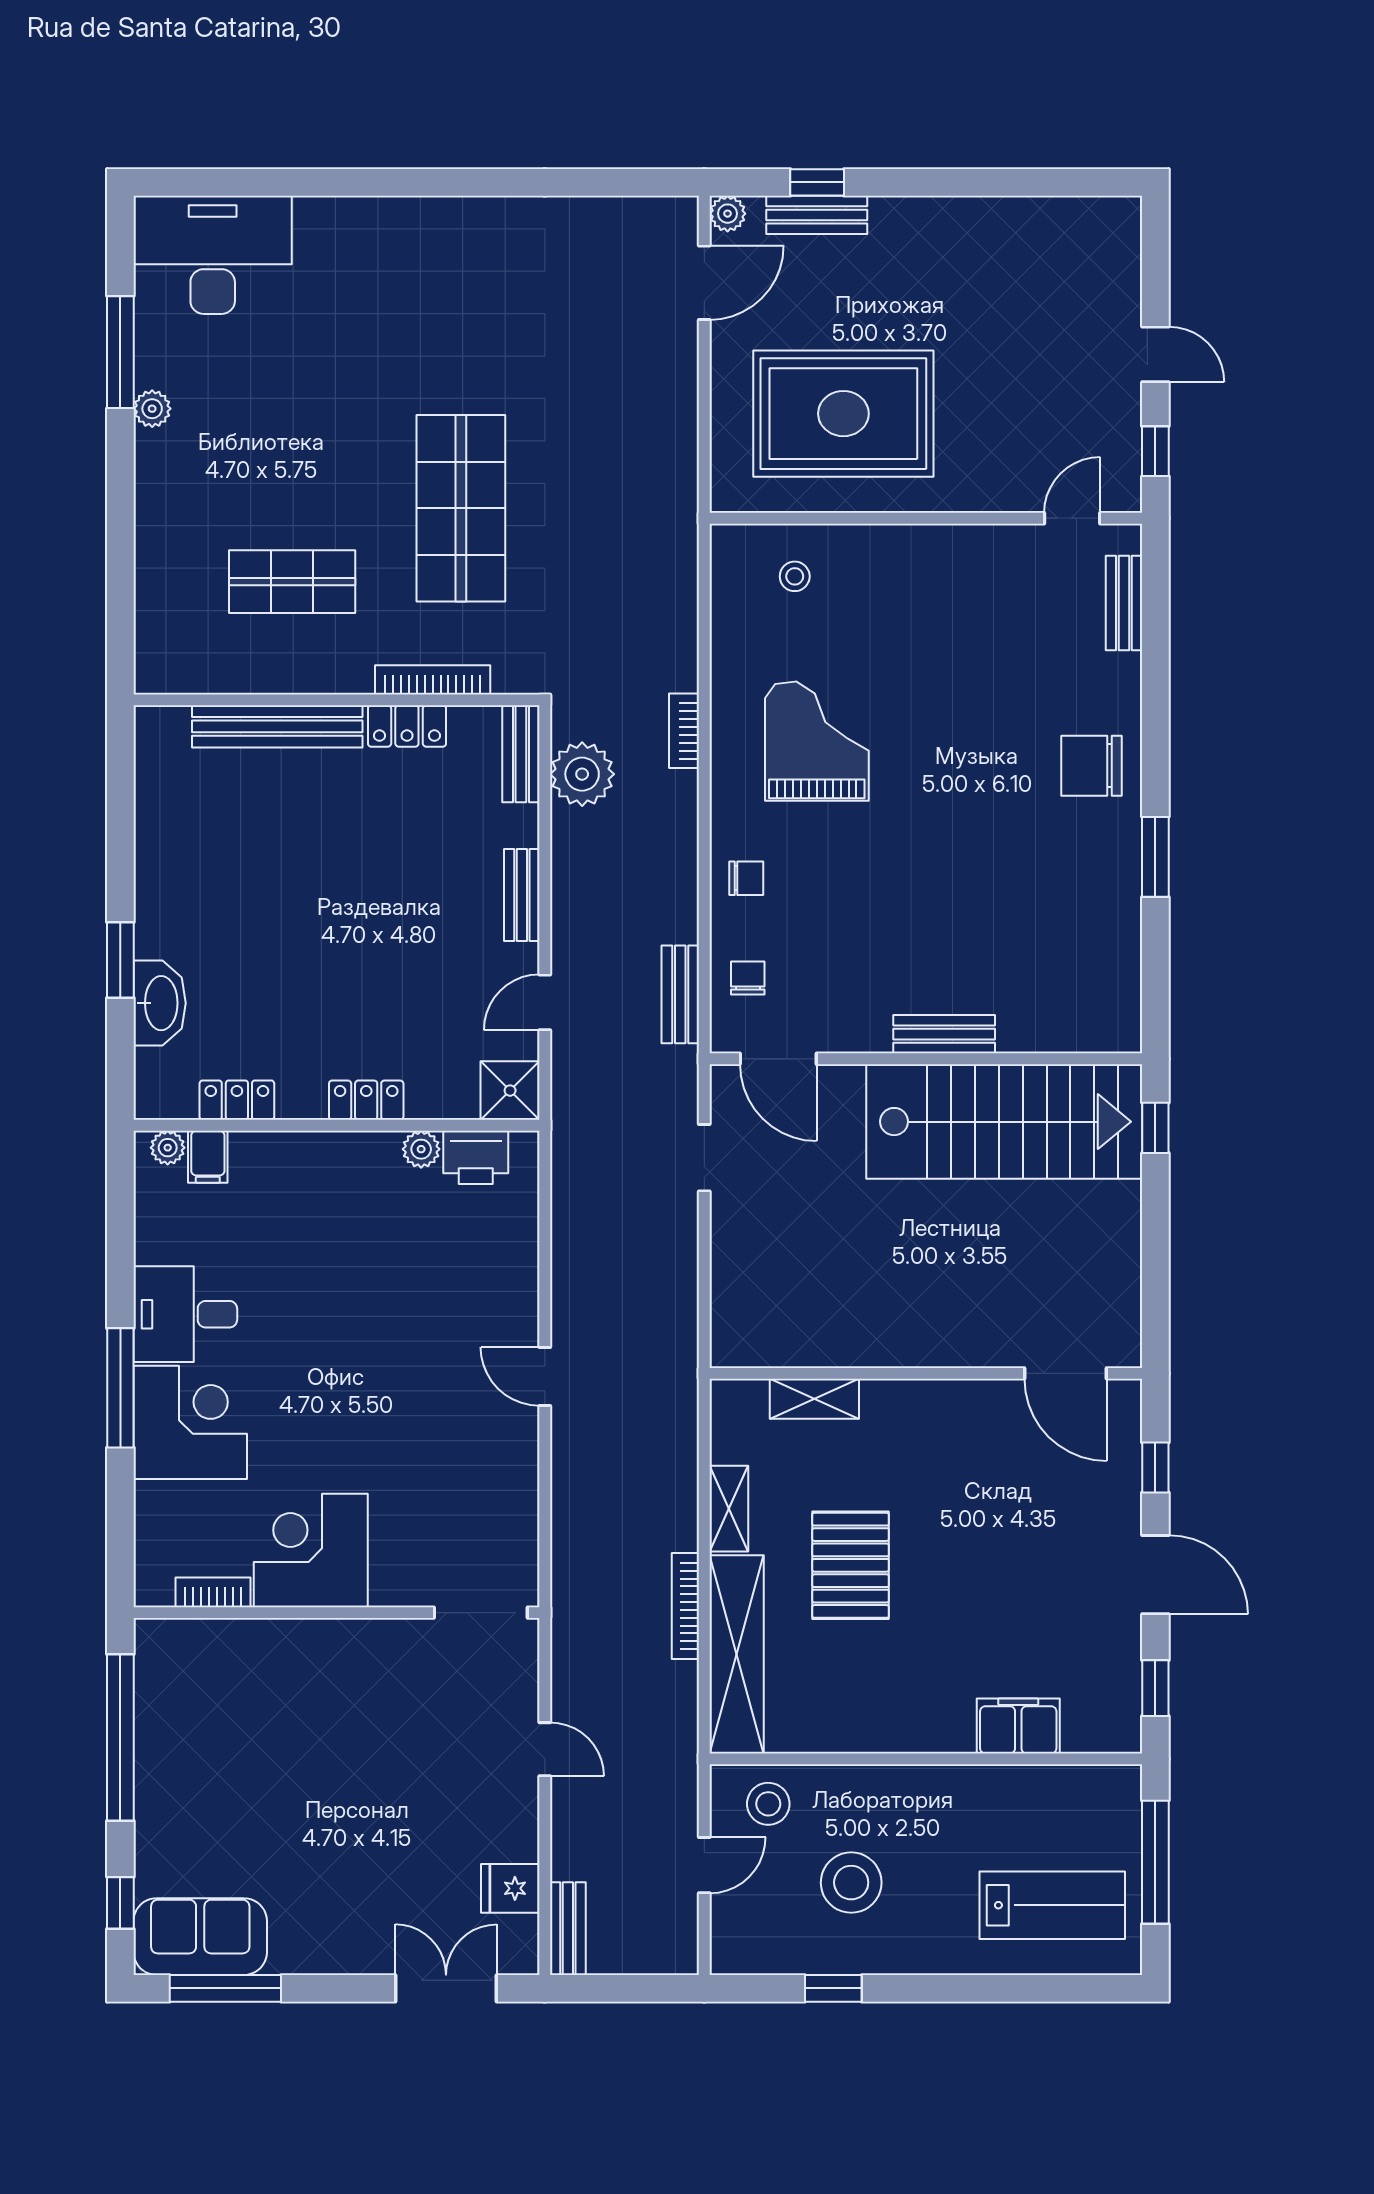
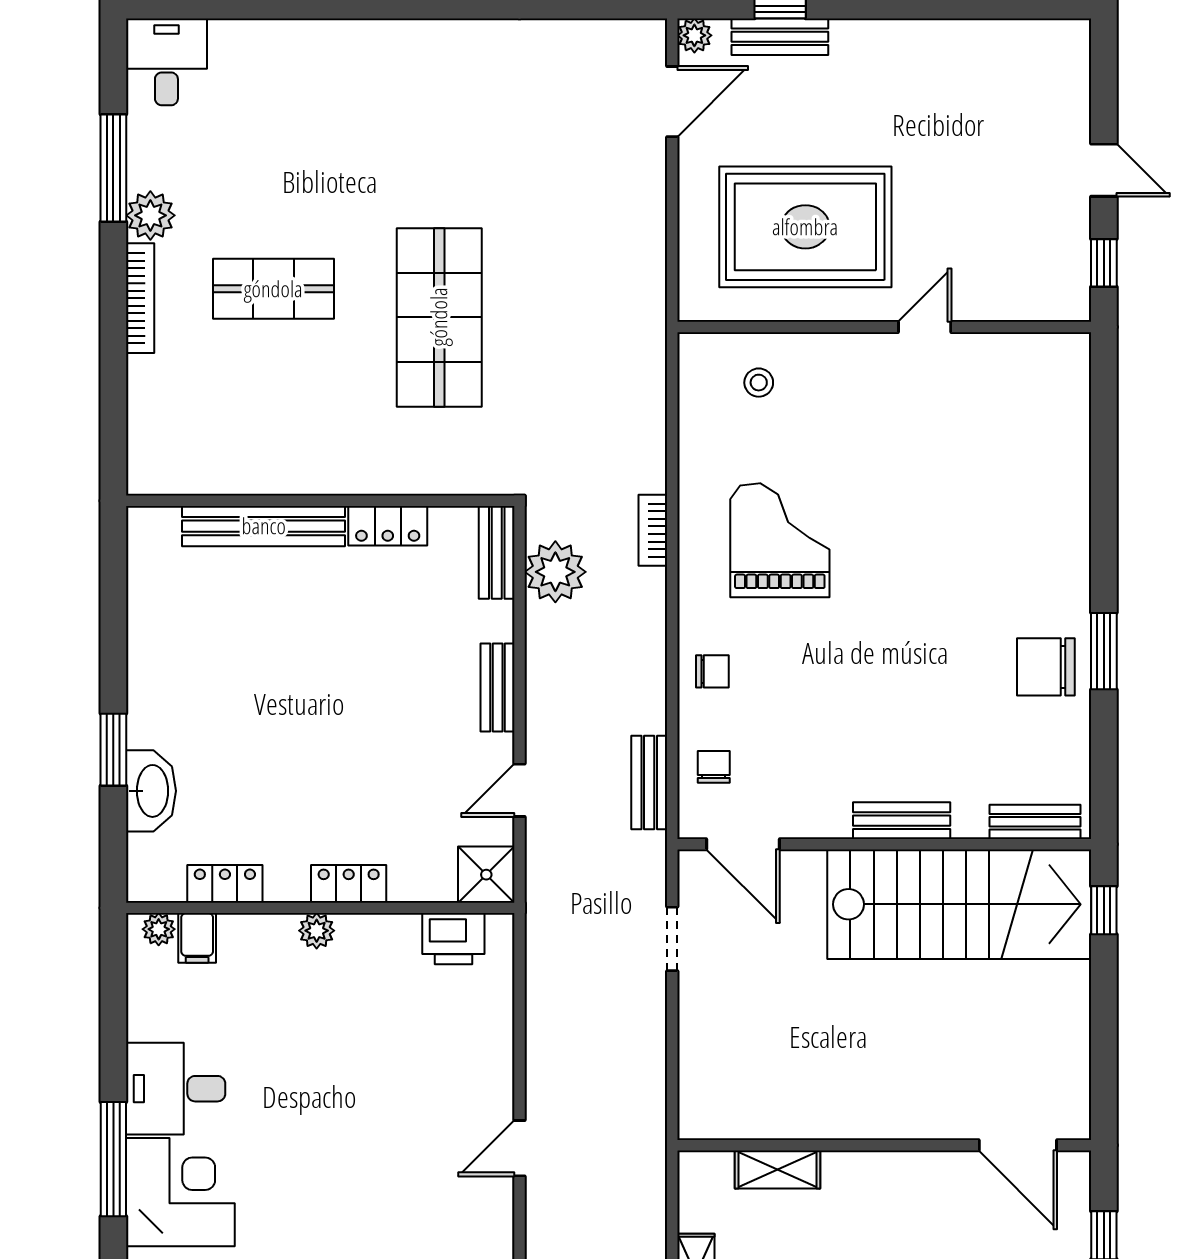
desk: (213, 255) -> (166, 62), width x0.53, depth x0.77
plant: (152, 409) -> (150, 215), width x1.38, depth x1.38
door: (1072, 518) -> (925, 327), moved
shop shelf: (292, 582) -> (273, 289), moved
bench: (1124, 603) -> (1035, 822), moved, turned 90
bookcase: (433, 680) -> (140, 298), moved, turned 90
chair: (1091, 766) -> (1046, 667), moved
plant: (421, 1149) -> (317, 931), moved
door: (545, 1376) -> (520, 1148), hinge flipped

